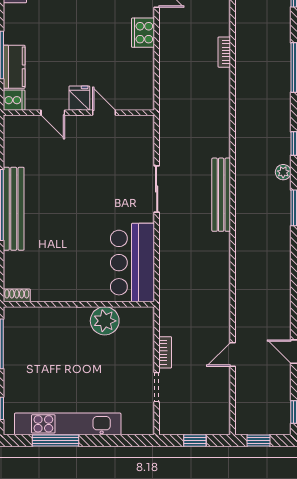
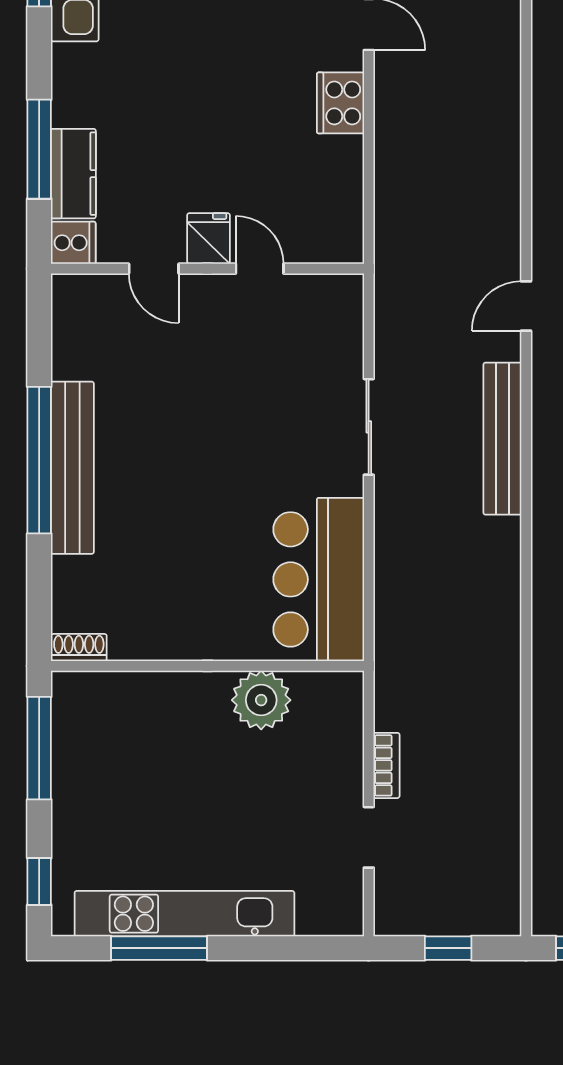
bookcase: (224, 52) -> (509, 143), removed
door: (233, 355) -> (526, 306), moved

